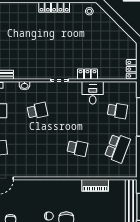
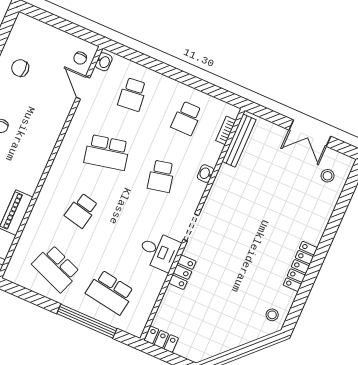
desk: (93, 93) -> (159, 251), moved
school desk: (117, 111) -> (110, 292), width x1.85
school desk: (37, 148) -> (107, 152), added

